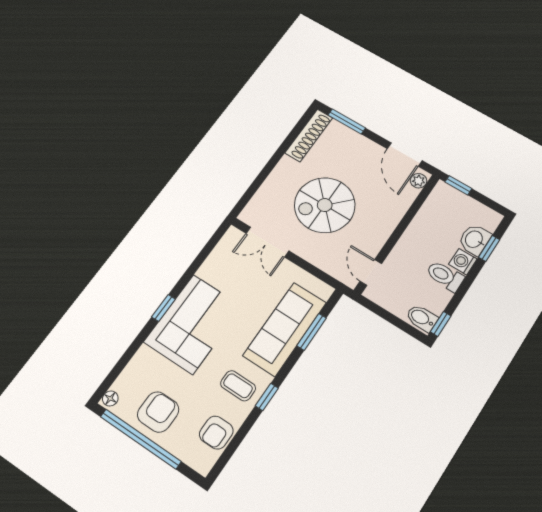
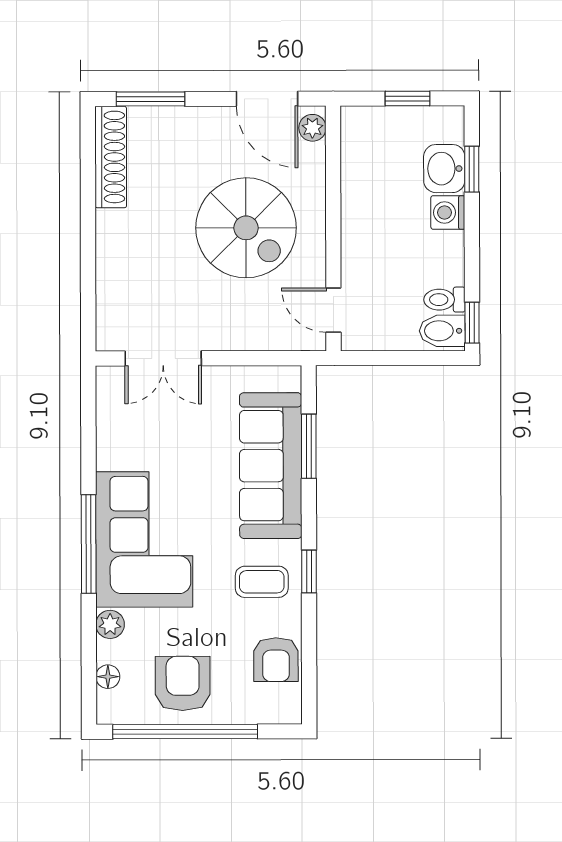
window: (458, 185) -> (408, 98), moved
spiral stairs: (325, 205) -> (246, 228), moved, turned -90
toilet: (445, 276) -> (444, 300), moved, width x0.73, depth x0.72
window: (163, 308) -> (89, 544), width x2.17
plant: (144, 356) -> (110, 624), added
floor lamp: (110, 398) -> (108, 677), moved

